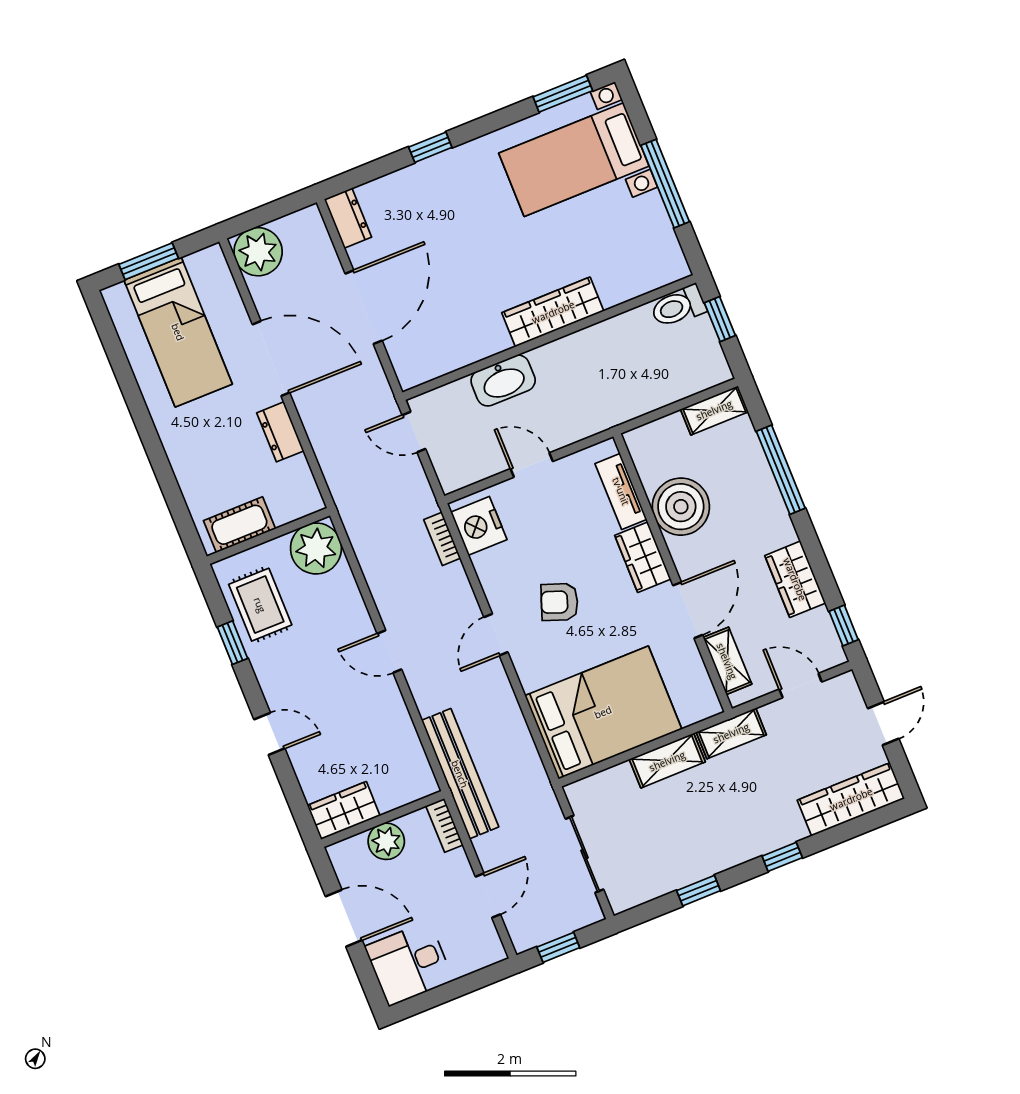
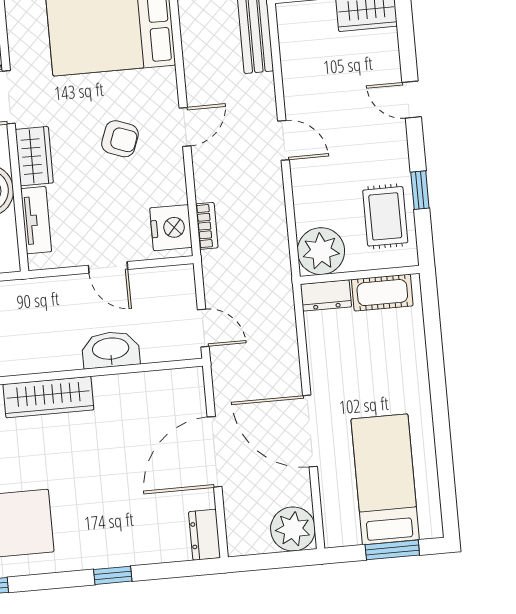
dresser: (280, 432) -> (326, 295), moved, turned 90

